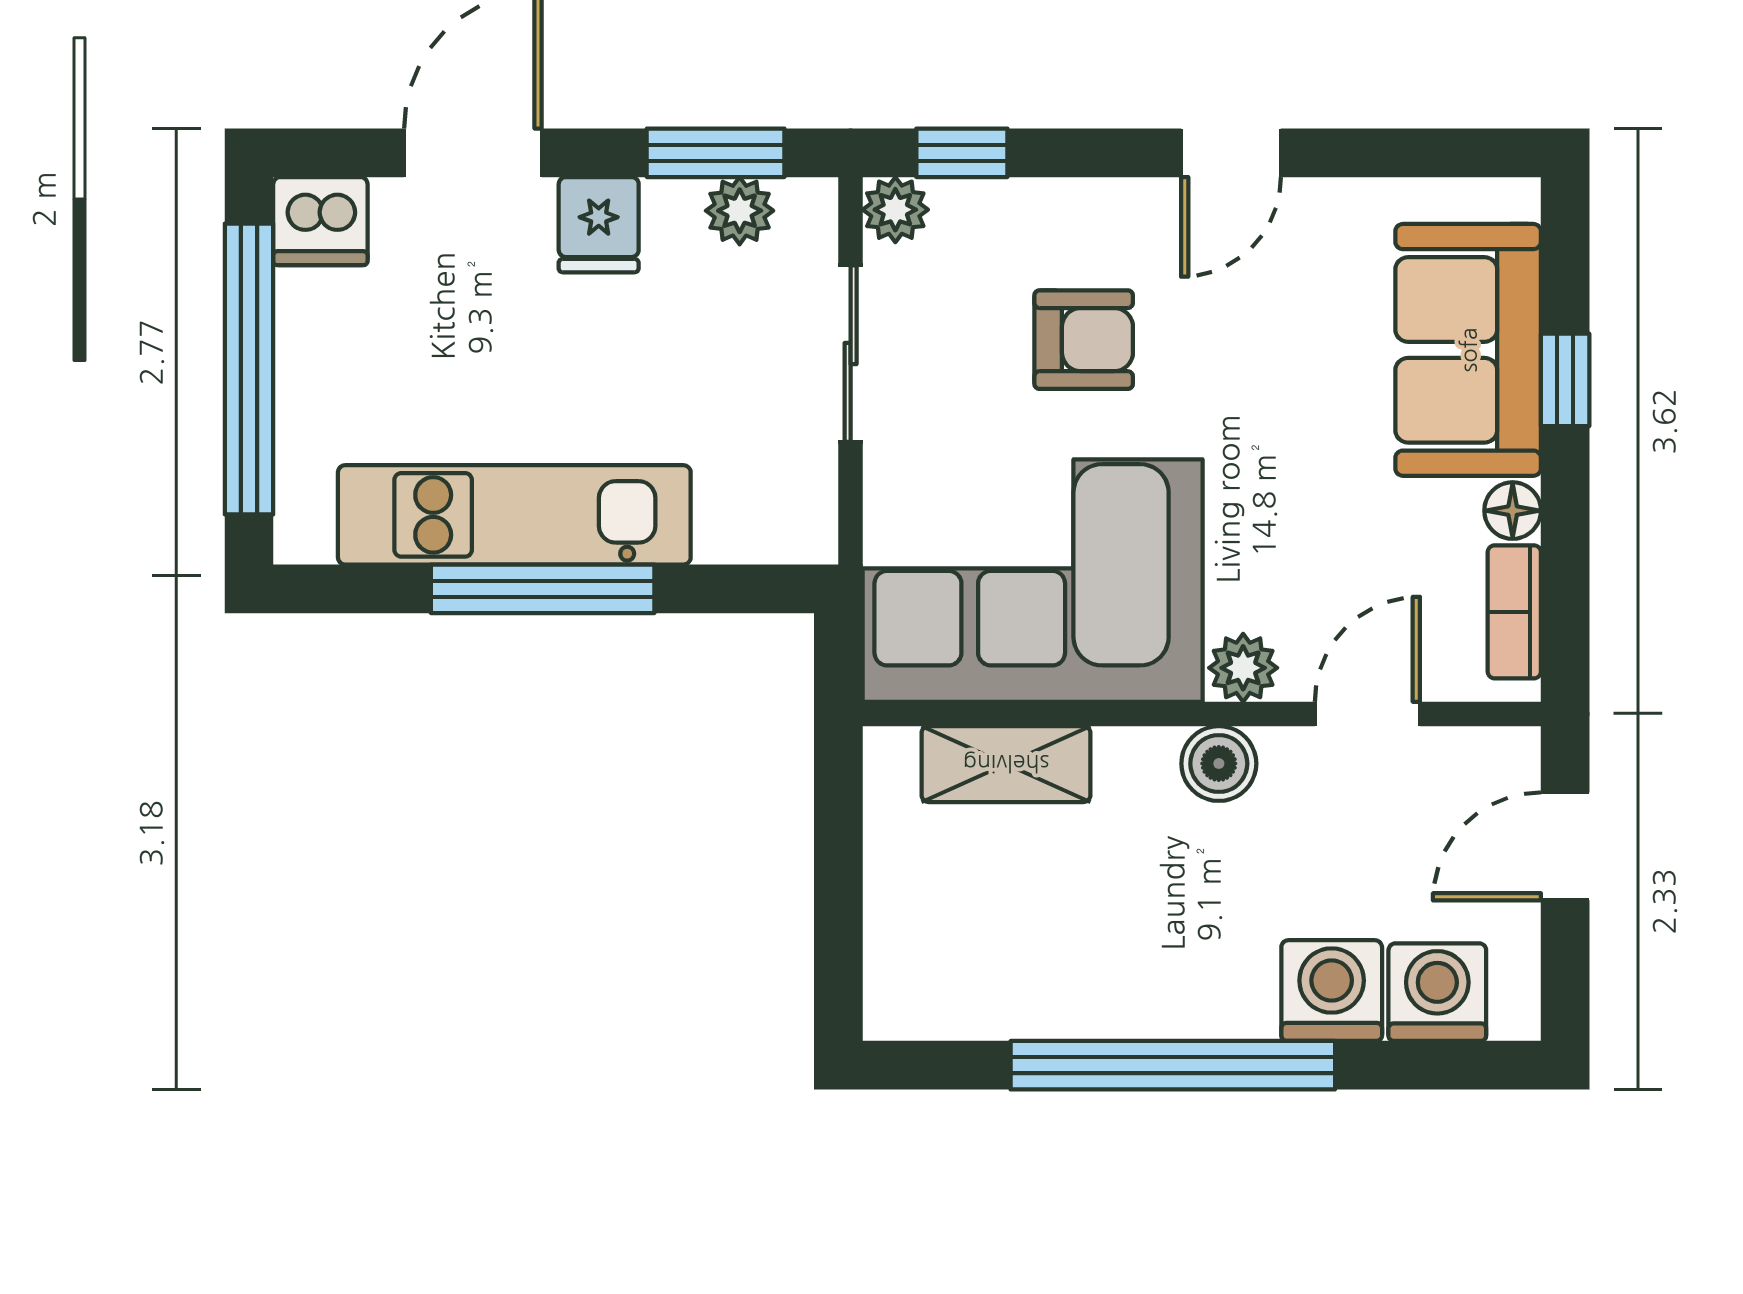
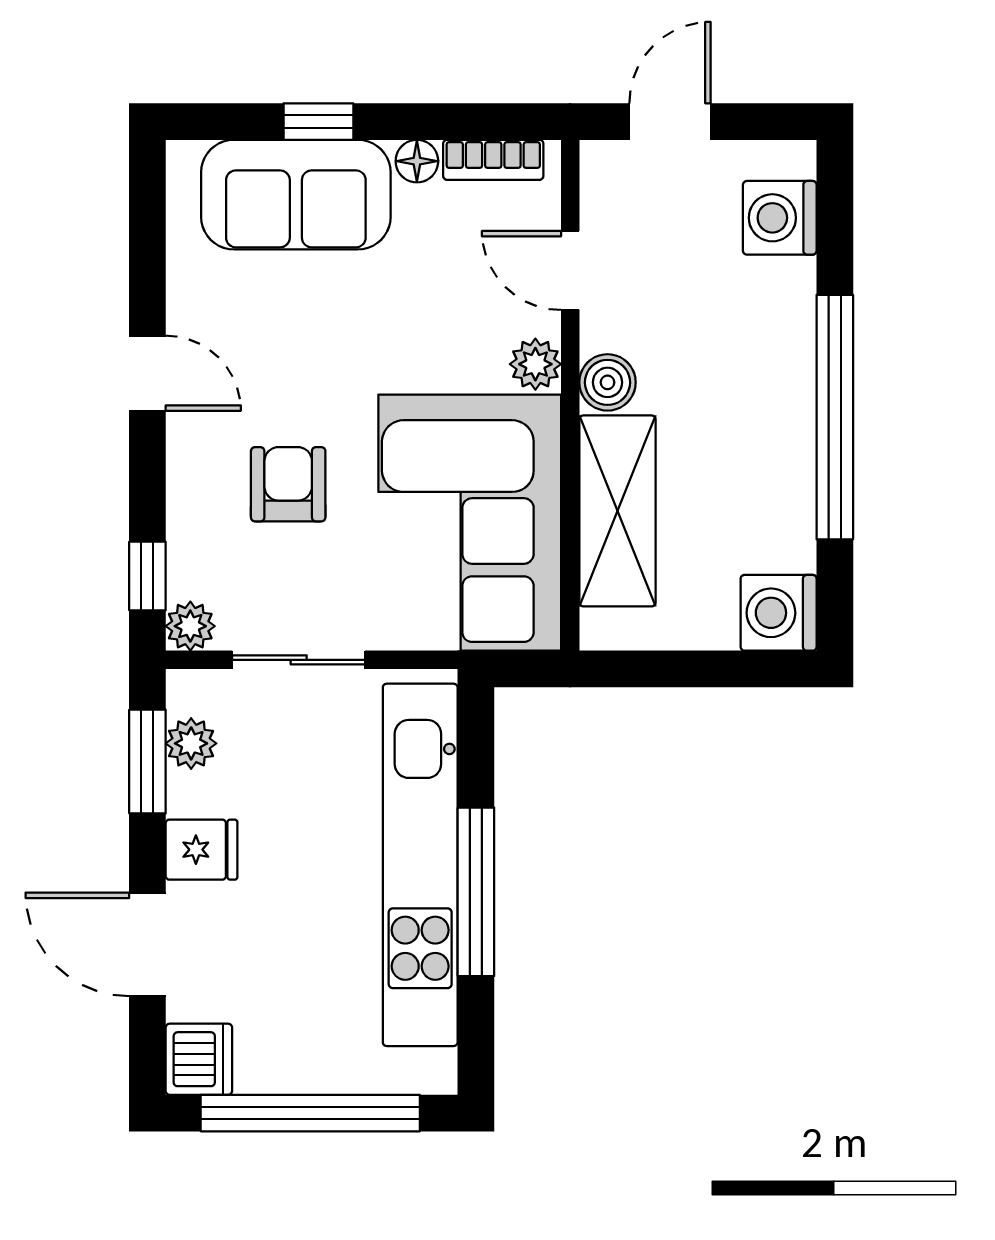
kitchen unit: (514, 515) -> (420, 865), width x1.36
shelving: (1006, 764) -> (617, 511), width x1.50, depth x1.33
door: (1565, 846) -> (670, 122), swing flipped
washing machine: (1332, 991) -> (779, 613), moved

